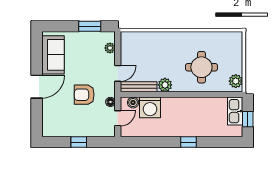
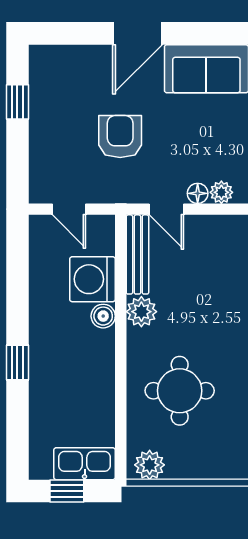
door: (37, 87) -> (138, 33), hinge flipped
floor lamp: (110, 102) -> (198, 193), moved
boiler: (133, 103) -> (103, 316), moved
window: (79, 142) -> (17, 102), moved

